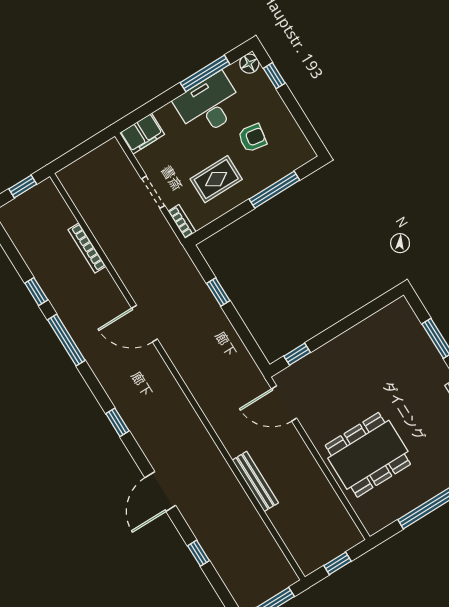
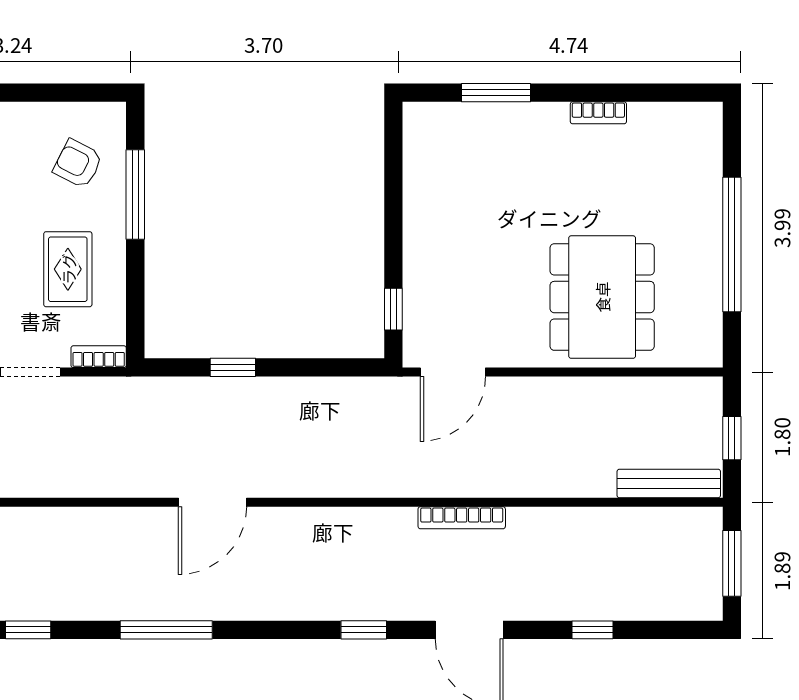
armchair: (252, 138) -> (78, 164), moved, turned -73
bookcase: (87, 248) -> (462, 518), moved
window: (36, 292) -> (28, 630), moved
window: (117, 422) -> (364, 630), moved
bench: (255, 481) -> (669, 483), moved

